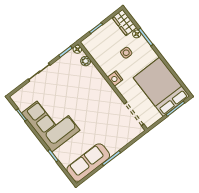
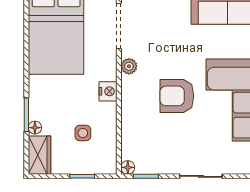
side table: (126, 53) -> (83, 133), moved
plant: (86, 61) -> (129, 66), moved
armchair: (80, 102) -> (177, 96), added

